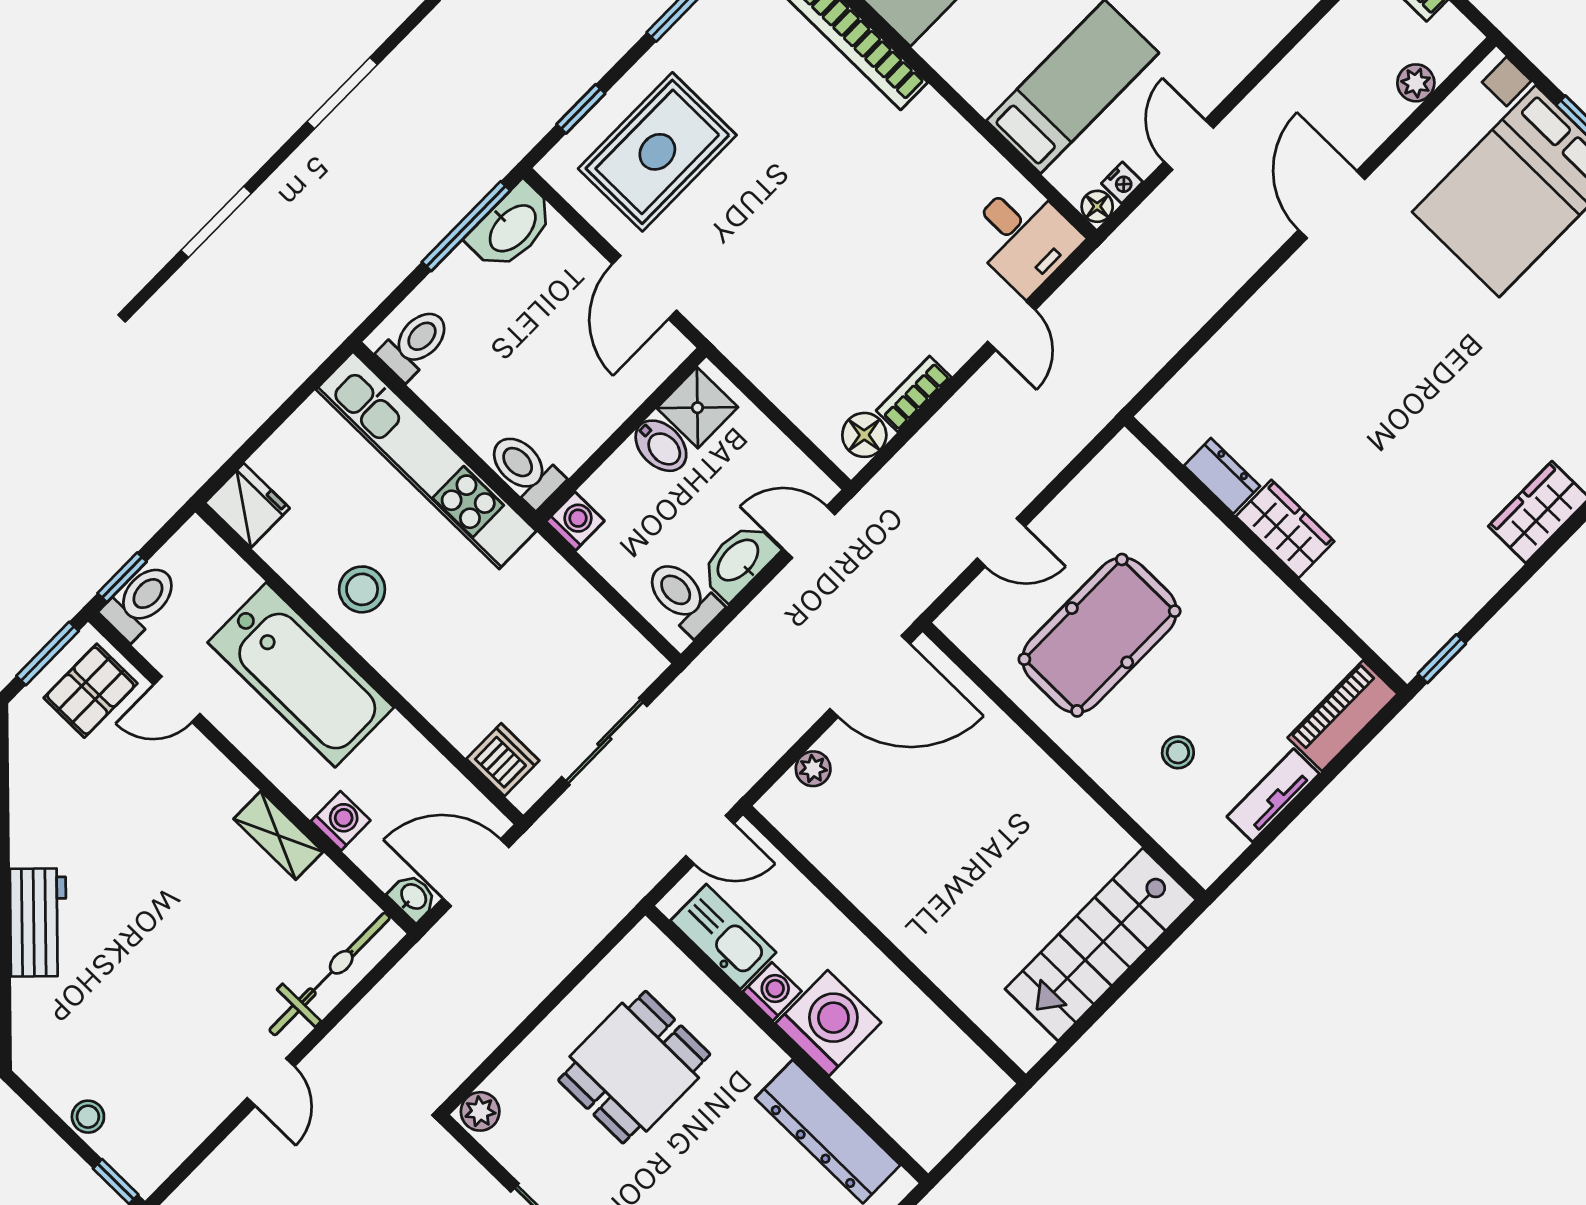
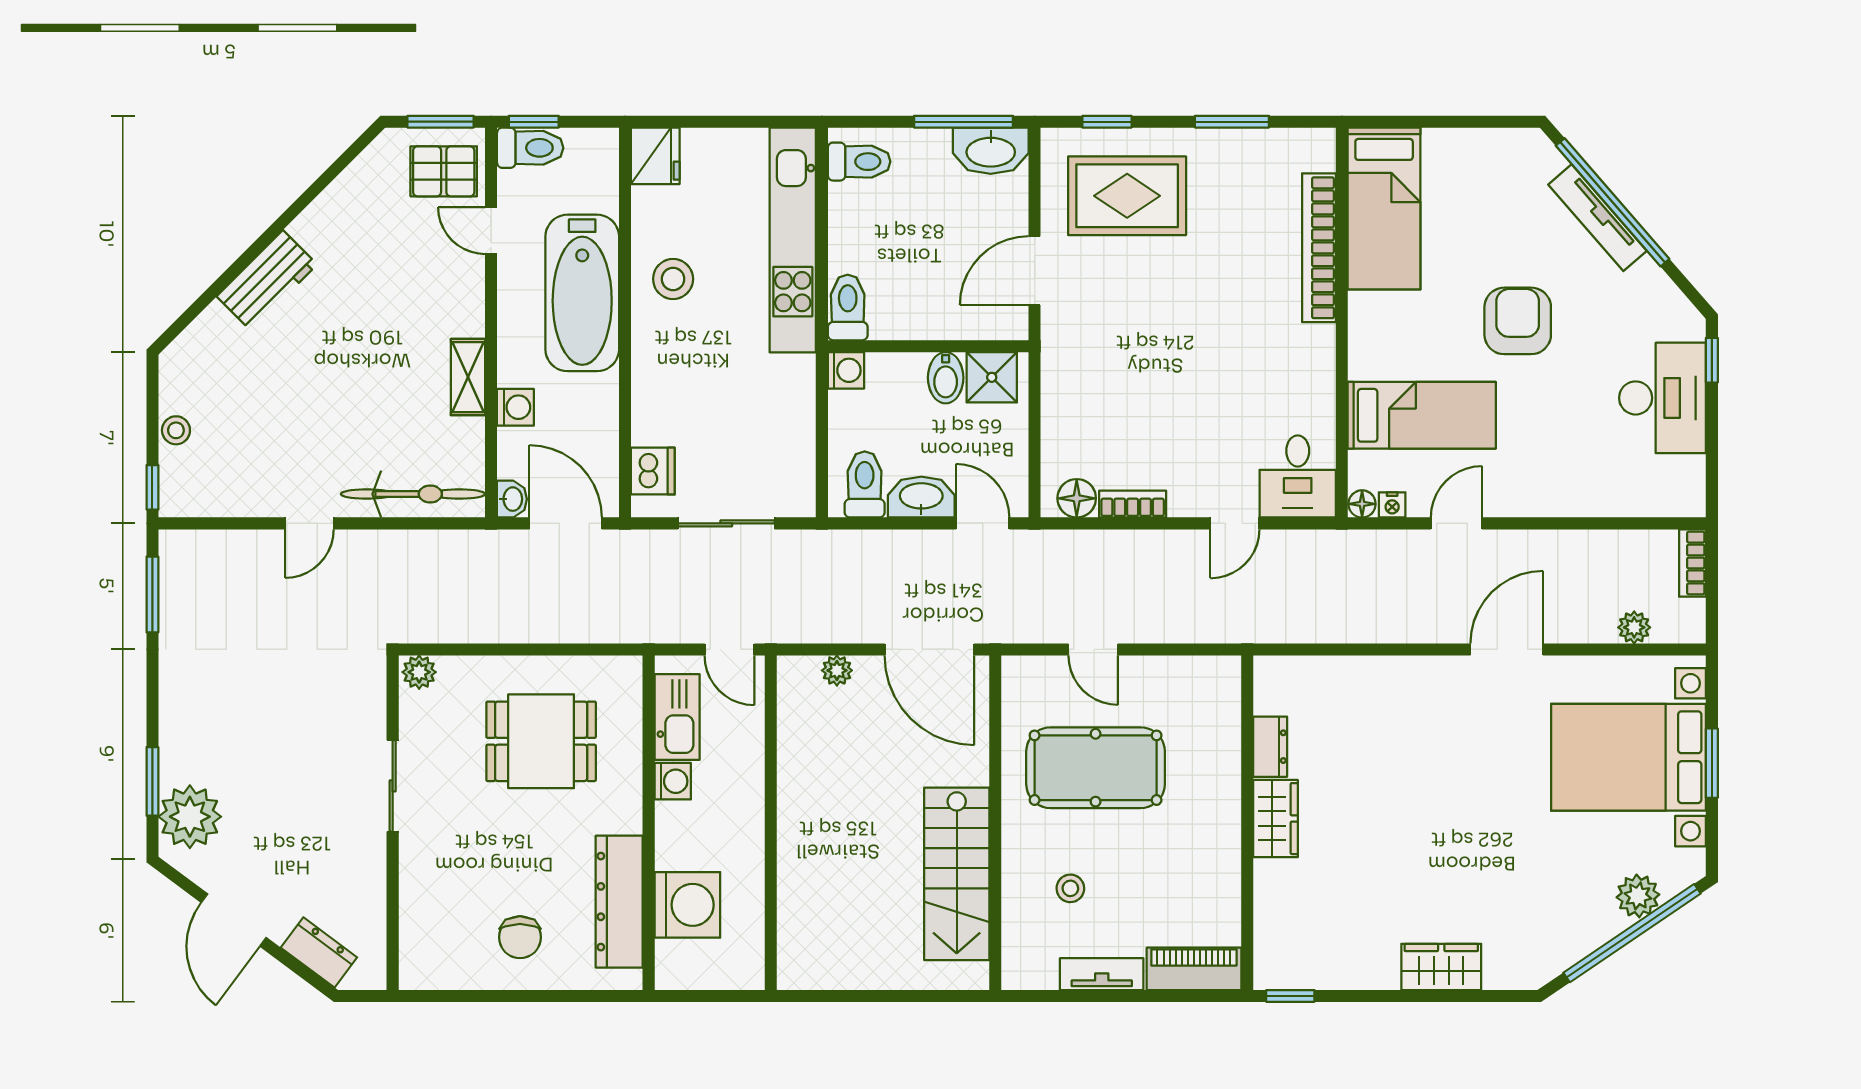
stairs: (1100, 944) -> (957, 874), moved, turned -90
washing machine: (828, 1023) -> (687, 905), moved

